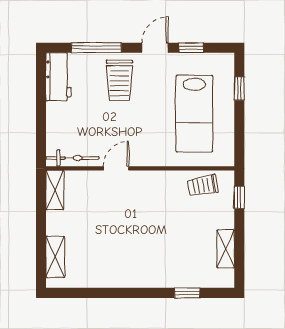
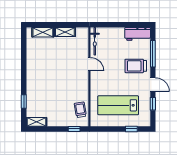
shelving: (55, 190) -> (65, 32), moved
shelving: (226, 249) -> (36, 122), moved

